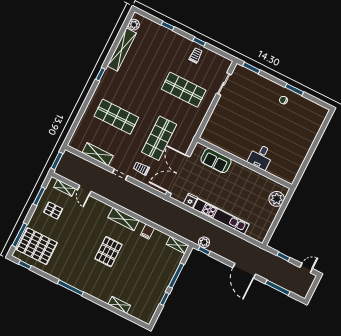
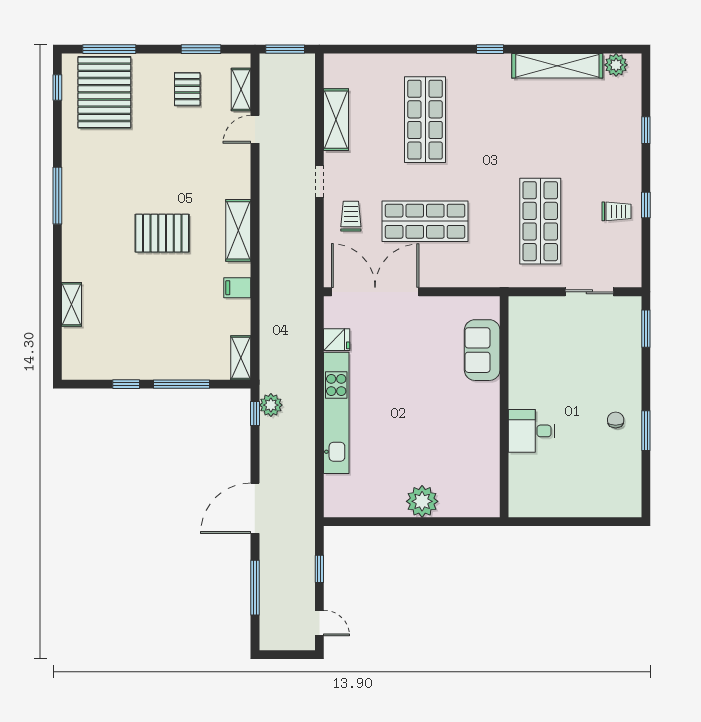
desk: (261, 157) -> (532, 431), moved
sofa: (216, 161) -> (482, 350), moved
wall: (245, 163) -> (504, 407), moved

